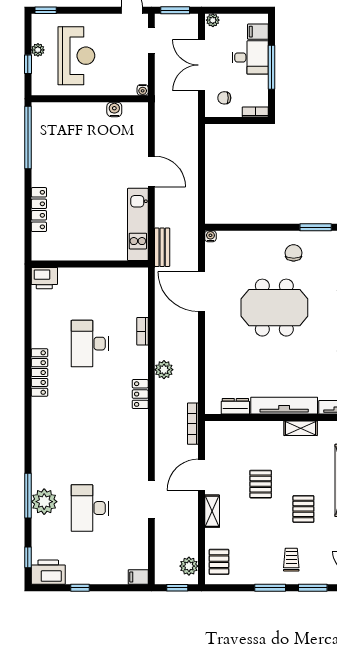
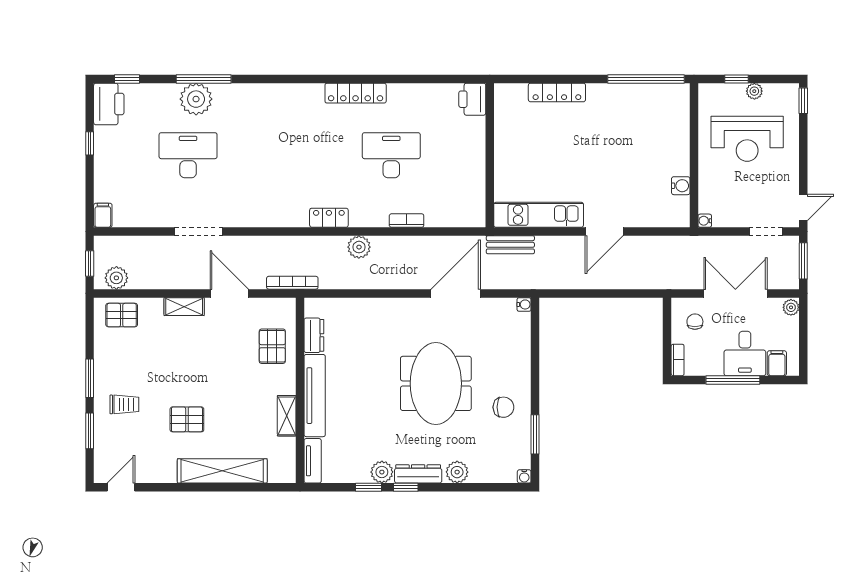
pallet: (261, 484) -> (272, 346), moved, turned 90

